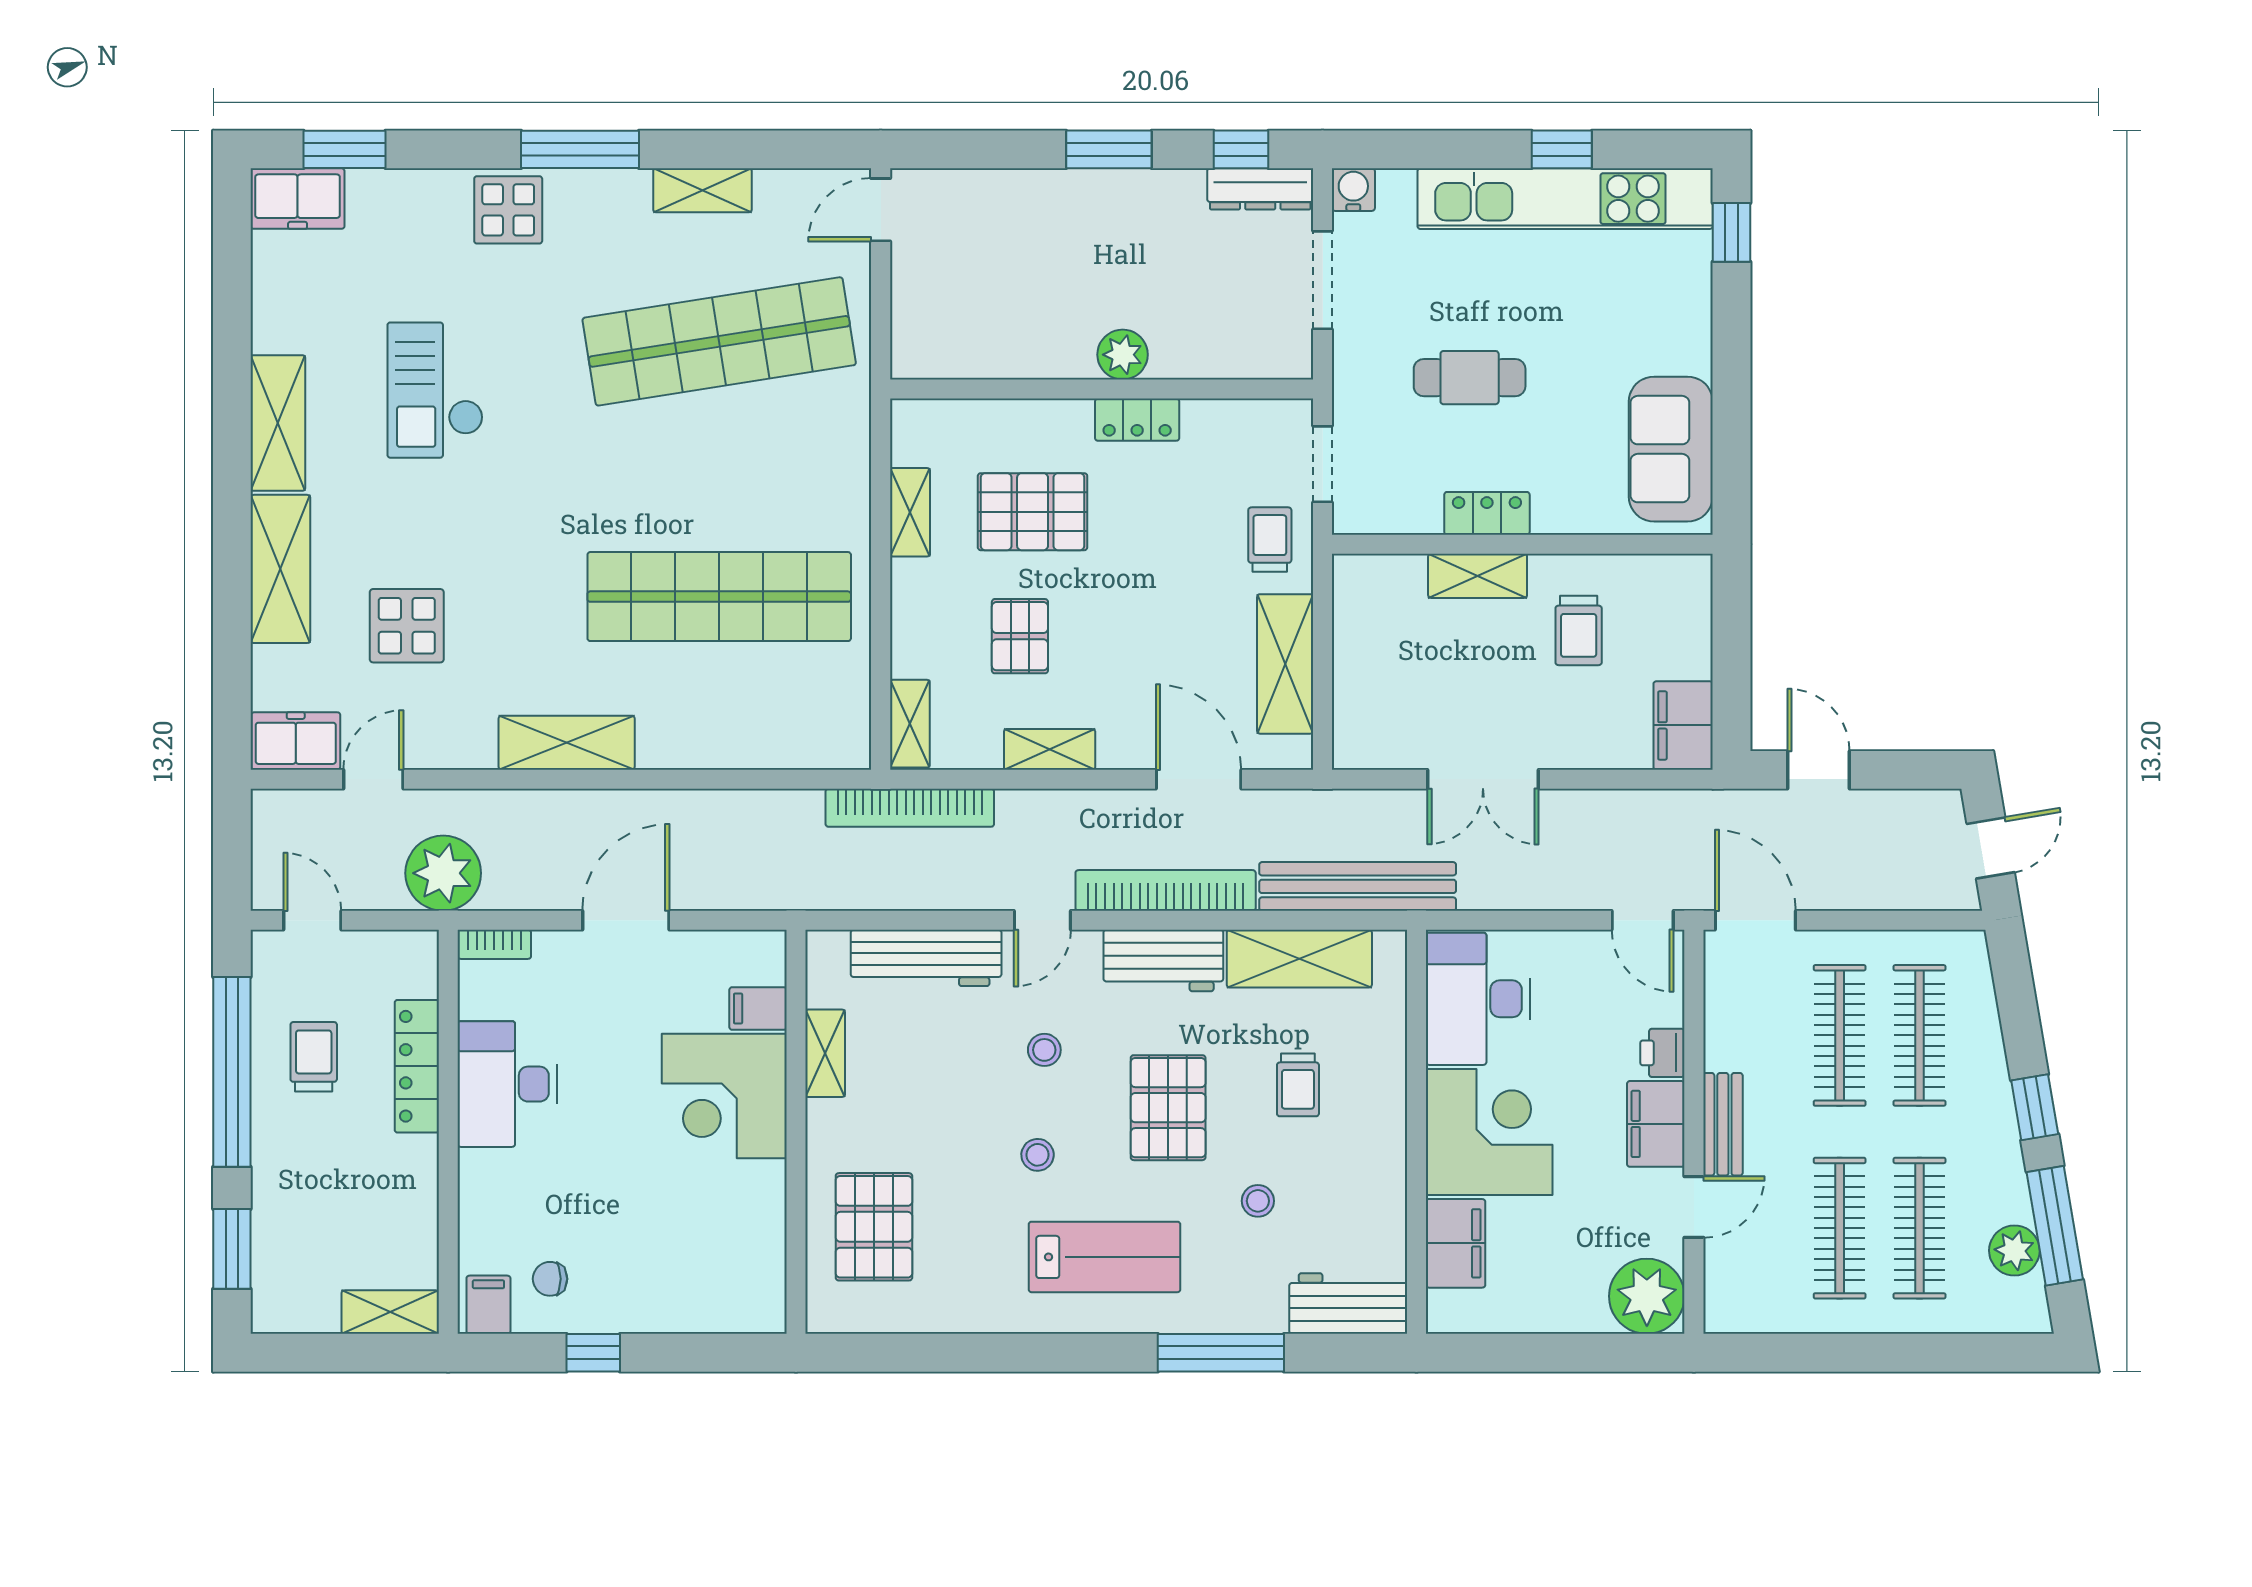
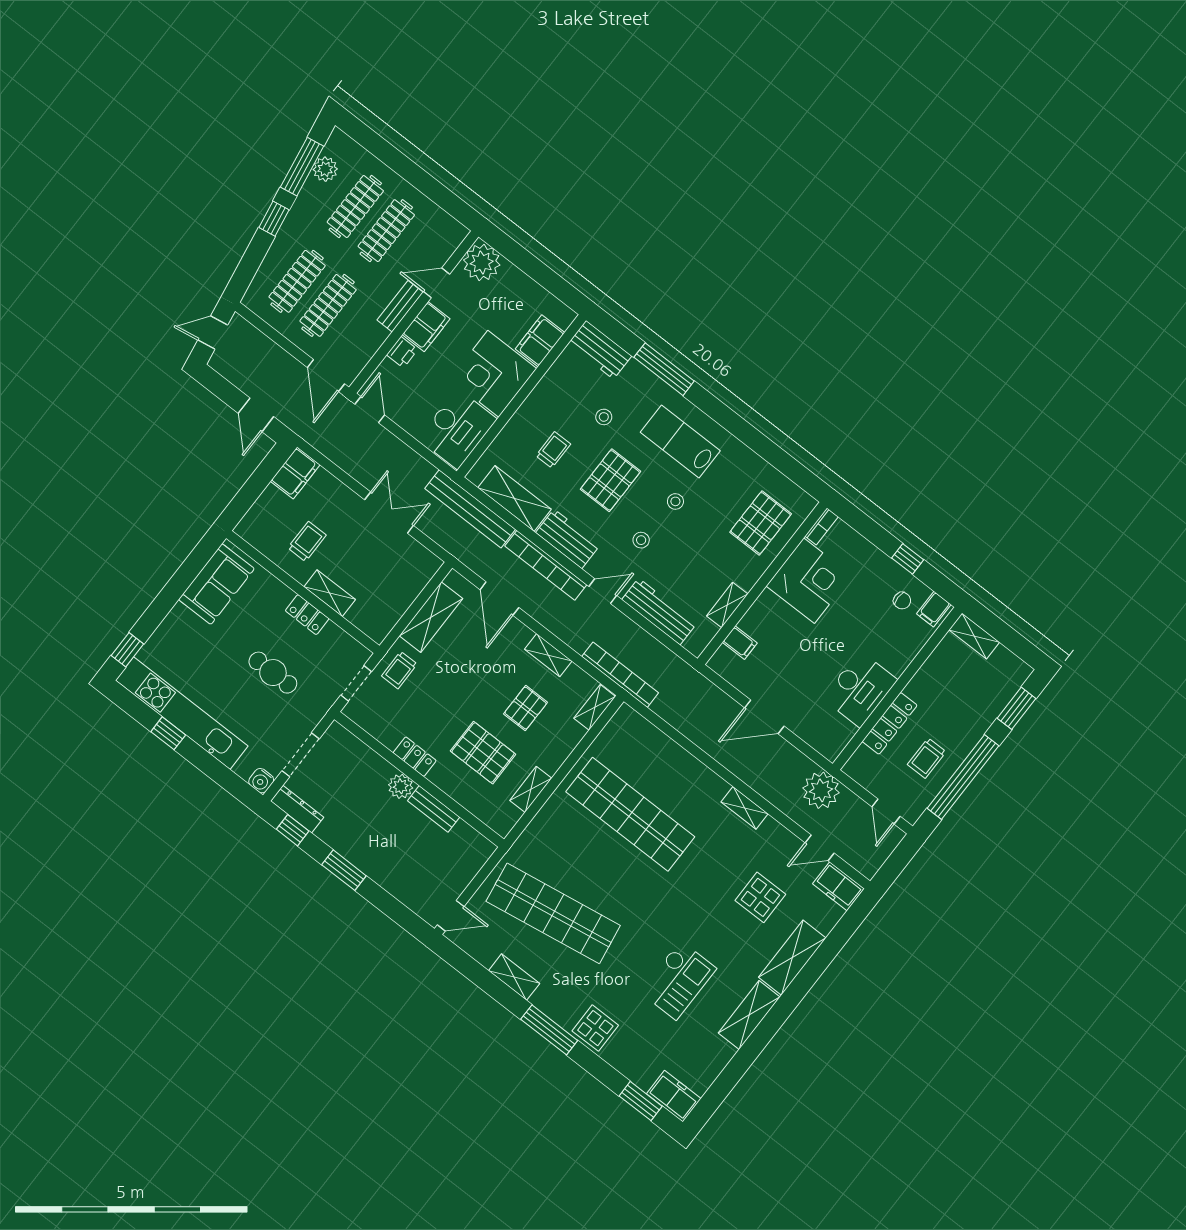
bench: (1042, 360) -> (434, 809), added
shelving: (567, 743) -> (744, 808), width x0.67, depth x0.75
bookcase: (494, 944) -> (822, 526), moved, turned 90
corner desk: (724, 1096) -> (809, 581), moved

